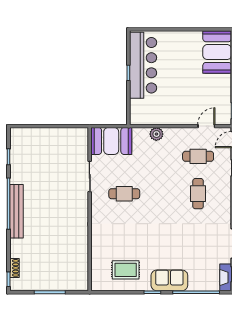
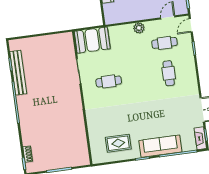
plant: (156, 134) -> (139, 28), moved
bench: (16, 211) -> (18, 73), moved
sofa: (169, 280) -> (160, 146), width x1.36

